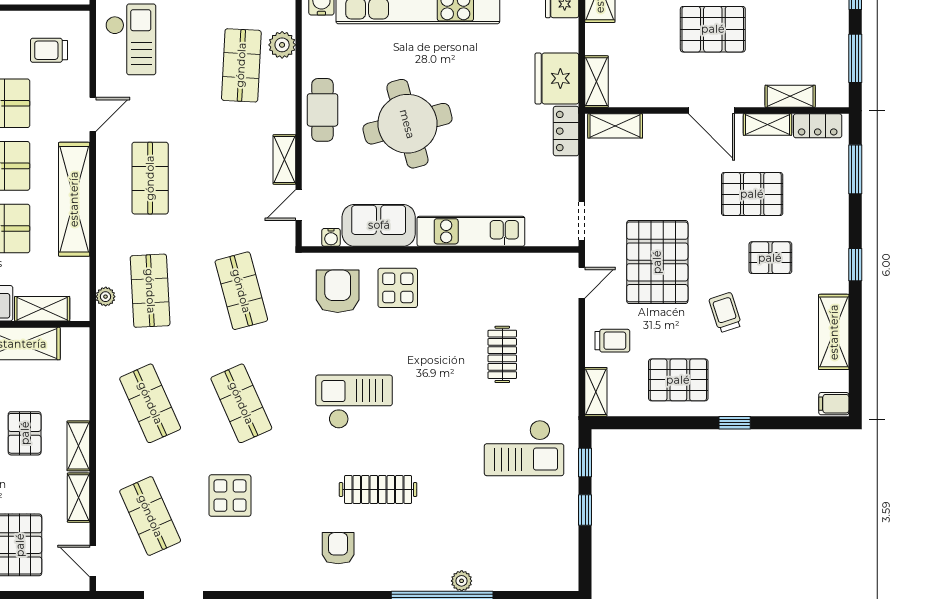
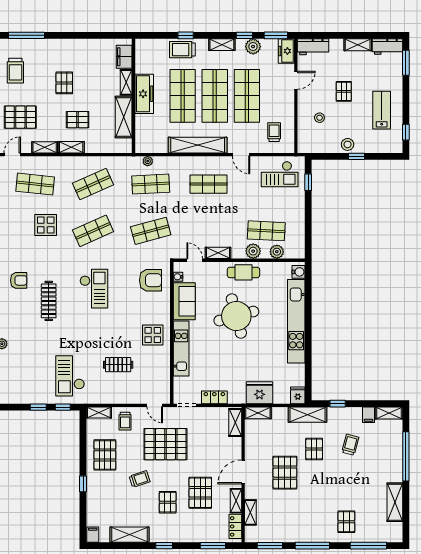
plant: (281, 91) -> (253, 251), added
locker: (566, 131) -> (214, 397), moved
display table: (398, 288) -> (153, 335), moved
shelving: (42, 309) -> (141, 129), removed
shop shelf: (150, 516) -> (35, 184), turned 30

